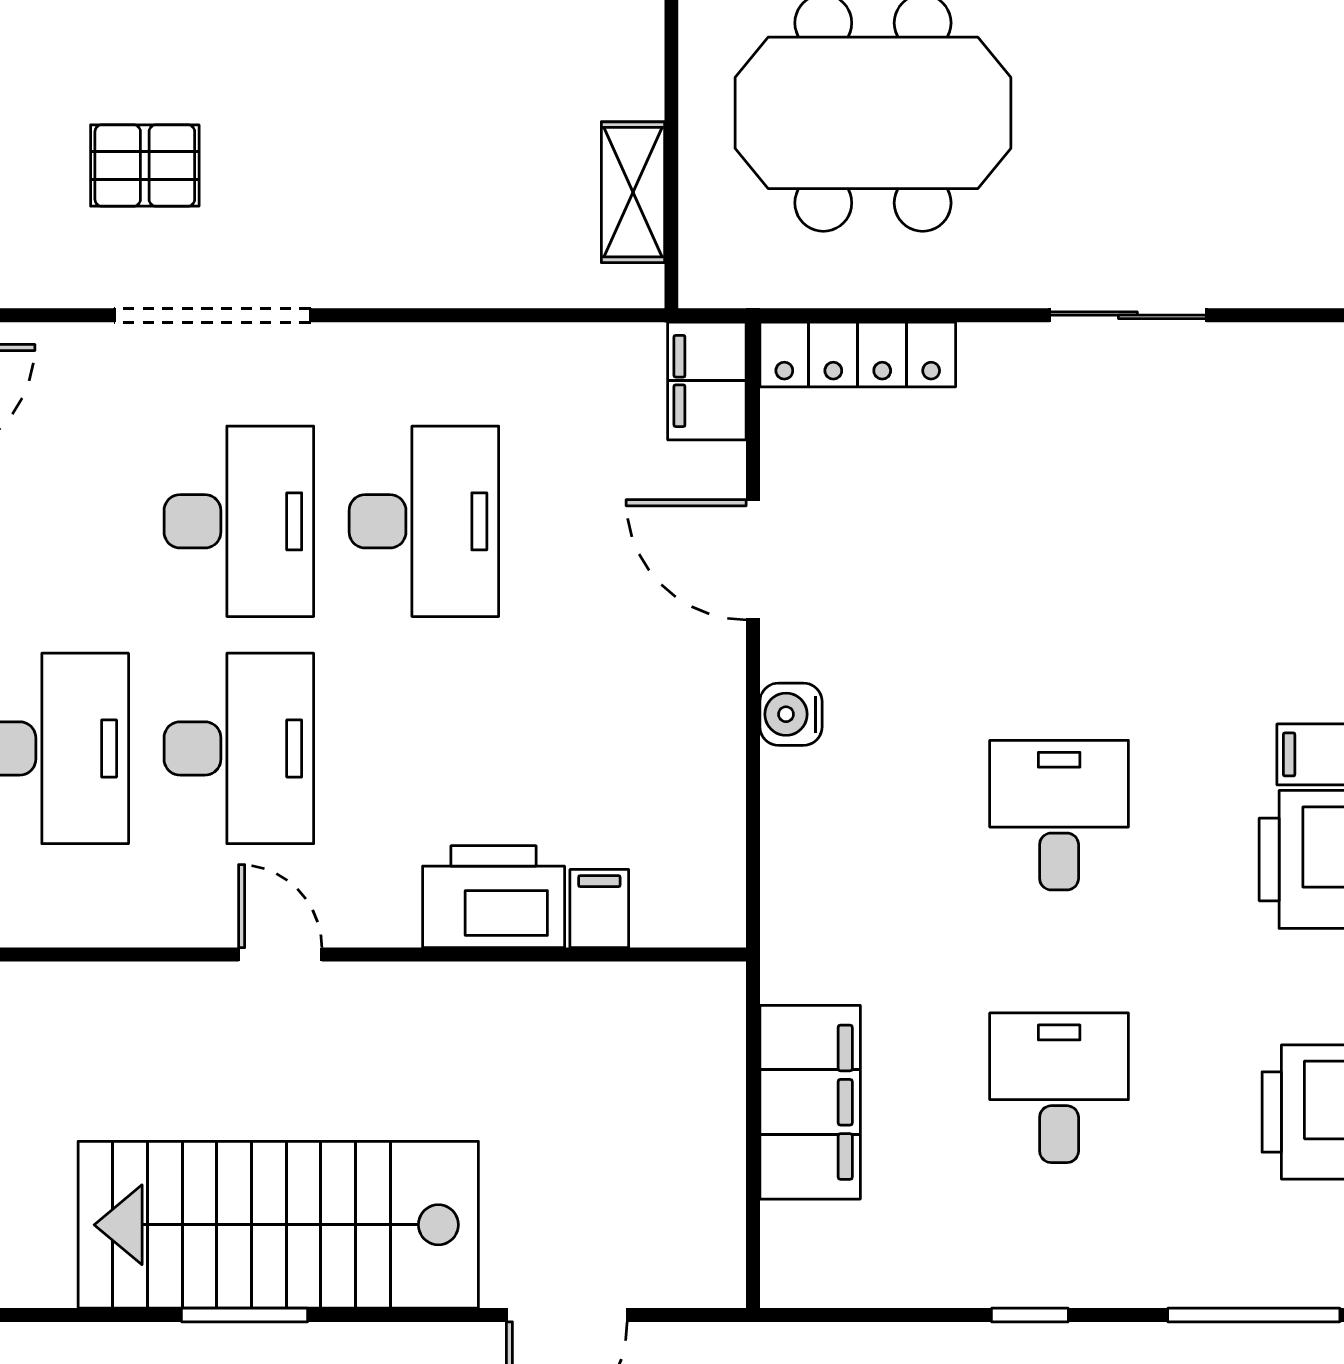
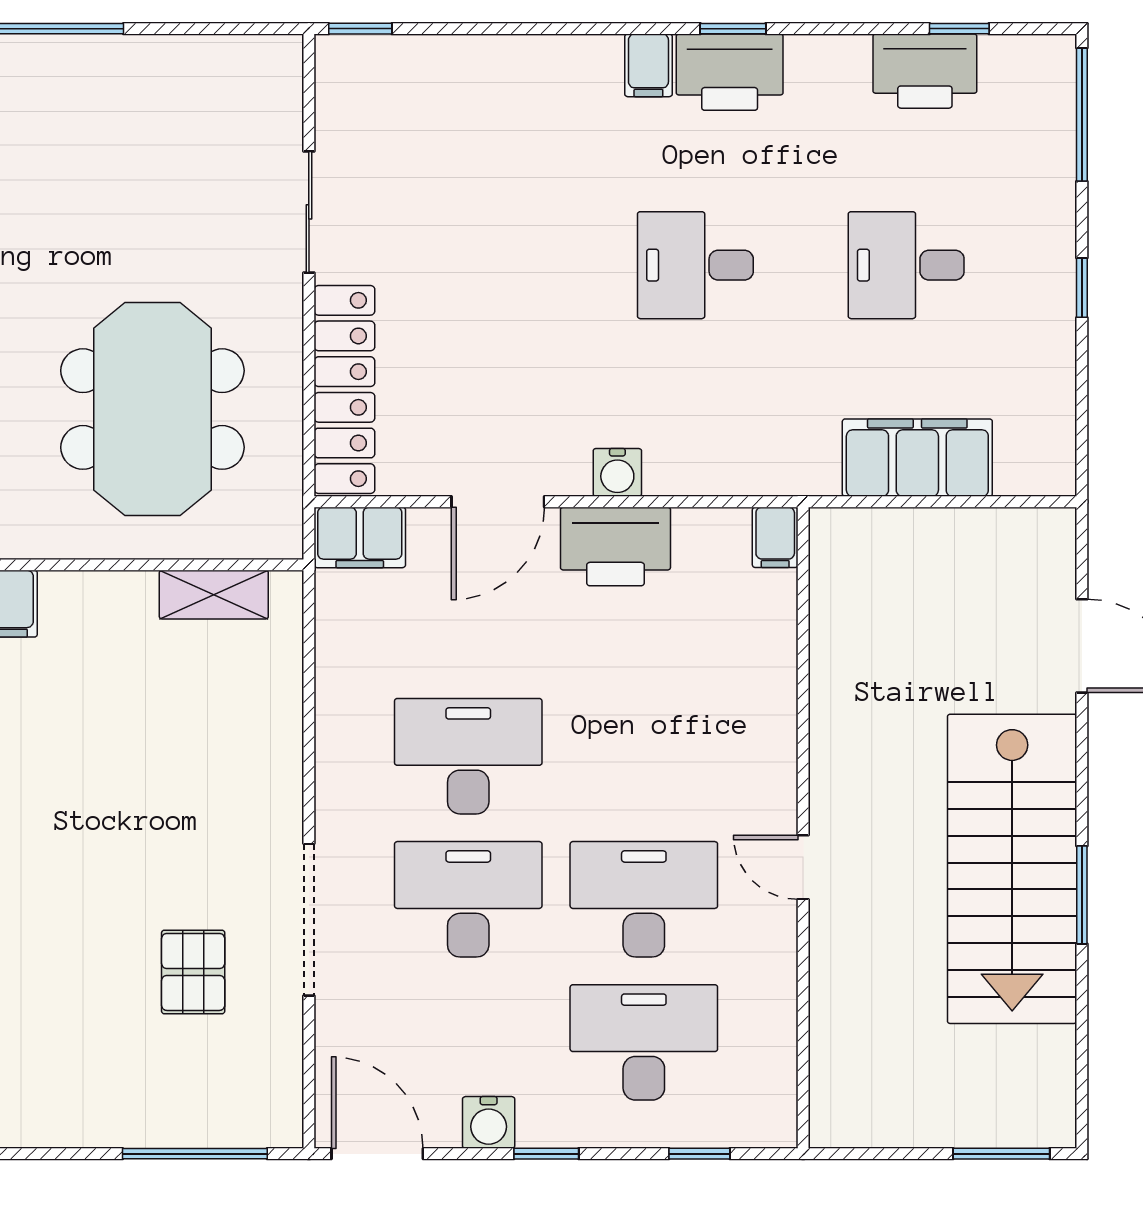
locker: (858, 354) -> (344, 389), width x1.41, depth x1.21
printer: (494, 897) -> (615, 546), moved, turned -90
filing cabinet: (599, 909) -> (775, 537), moved, turned -90
door: (280, 955) -> (803, 867), hinge flipped

